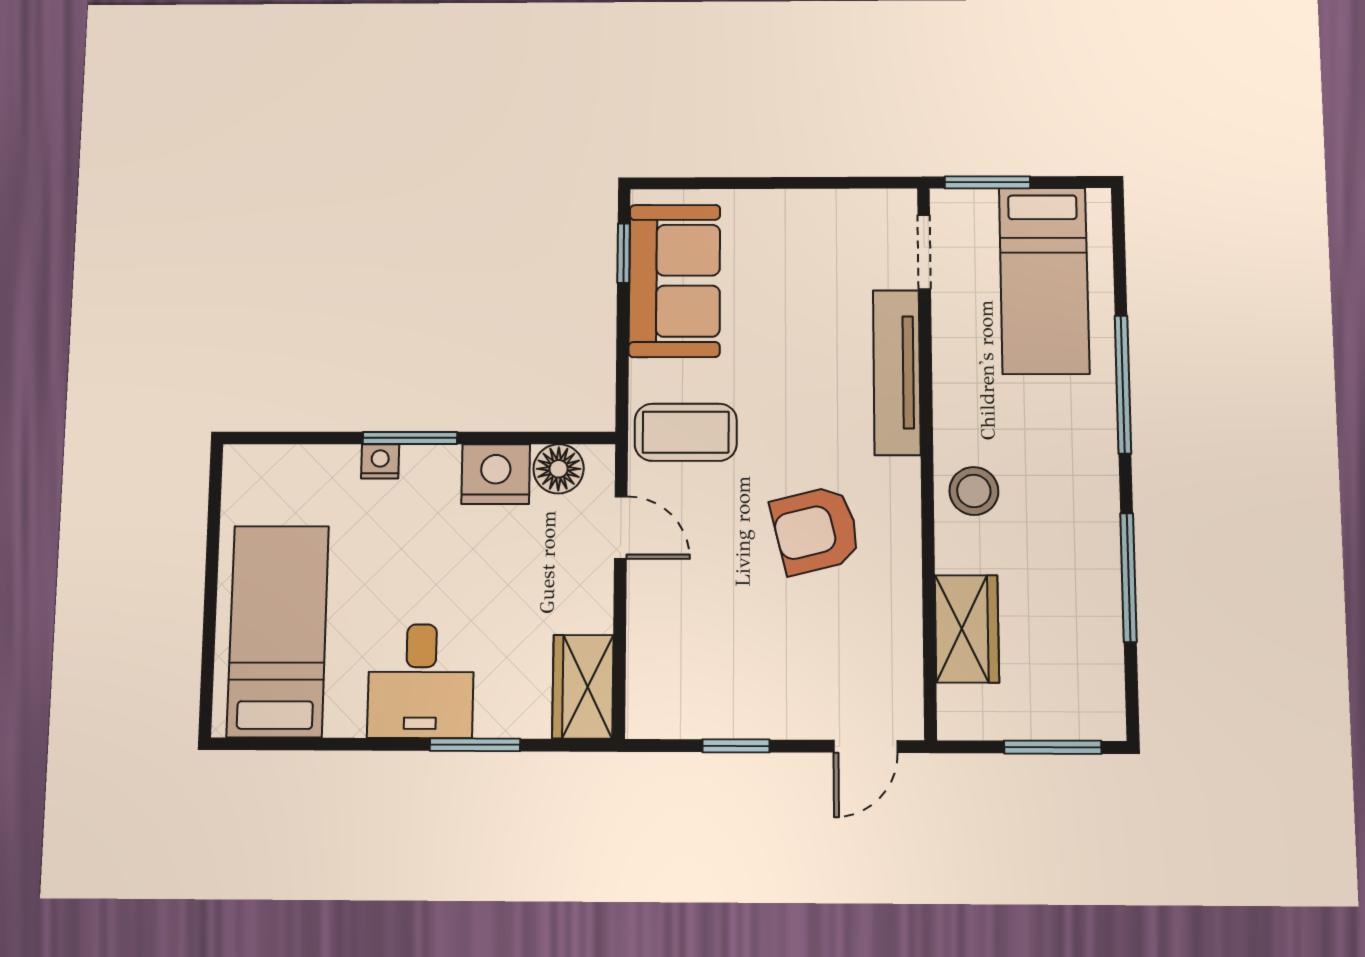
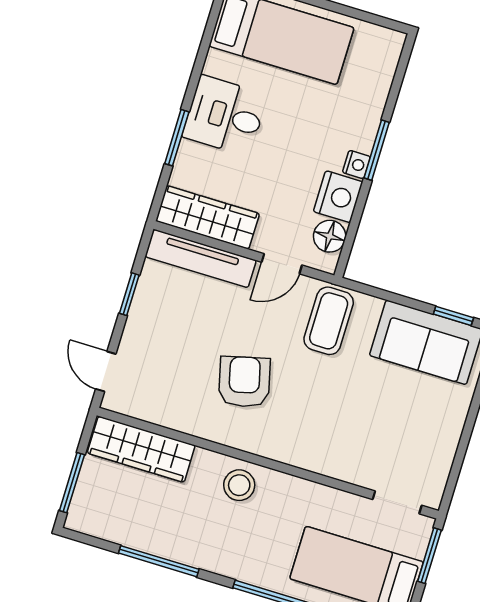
tv unit: (897, 372) -> (201, 258), moved, turned 180
nightstand: (380, 461) -> (356, 164), moved
wardrobe: (967, 629) -> (141, 449), width x1.50
wardrobe: (583, 687) -> (208, 217), width x1.50

